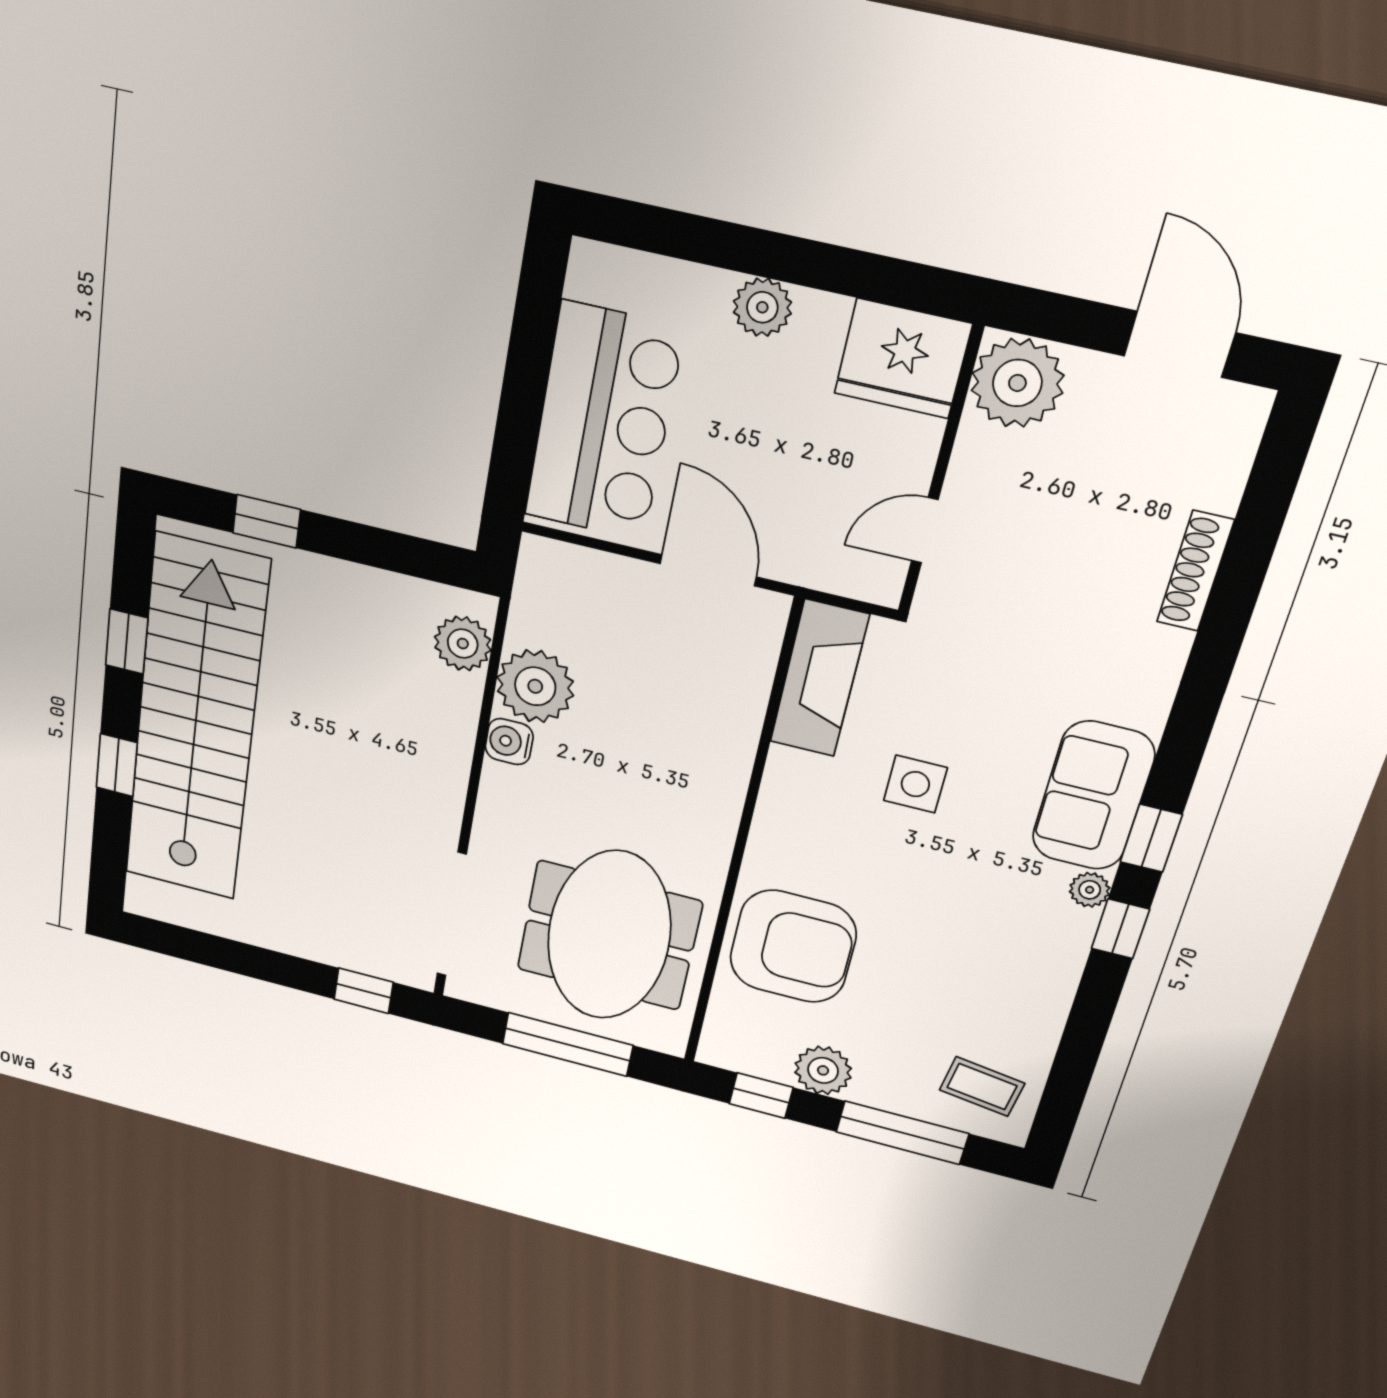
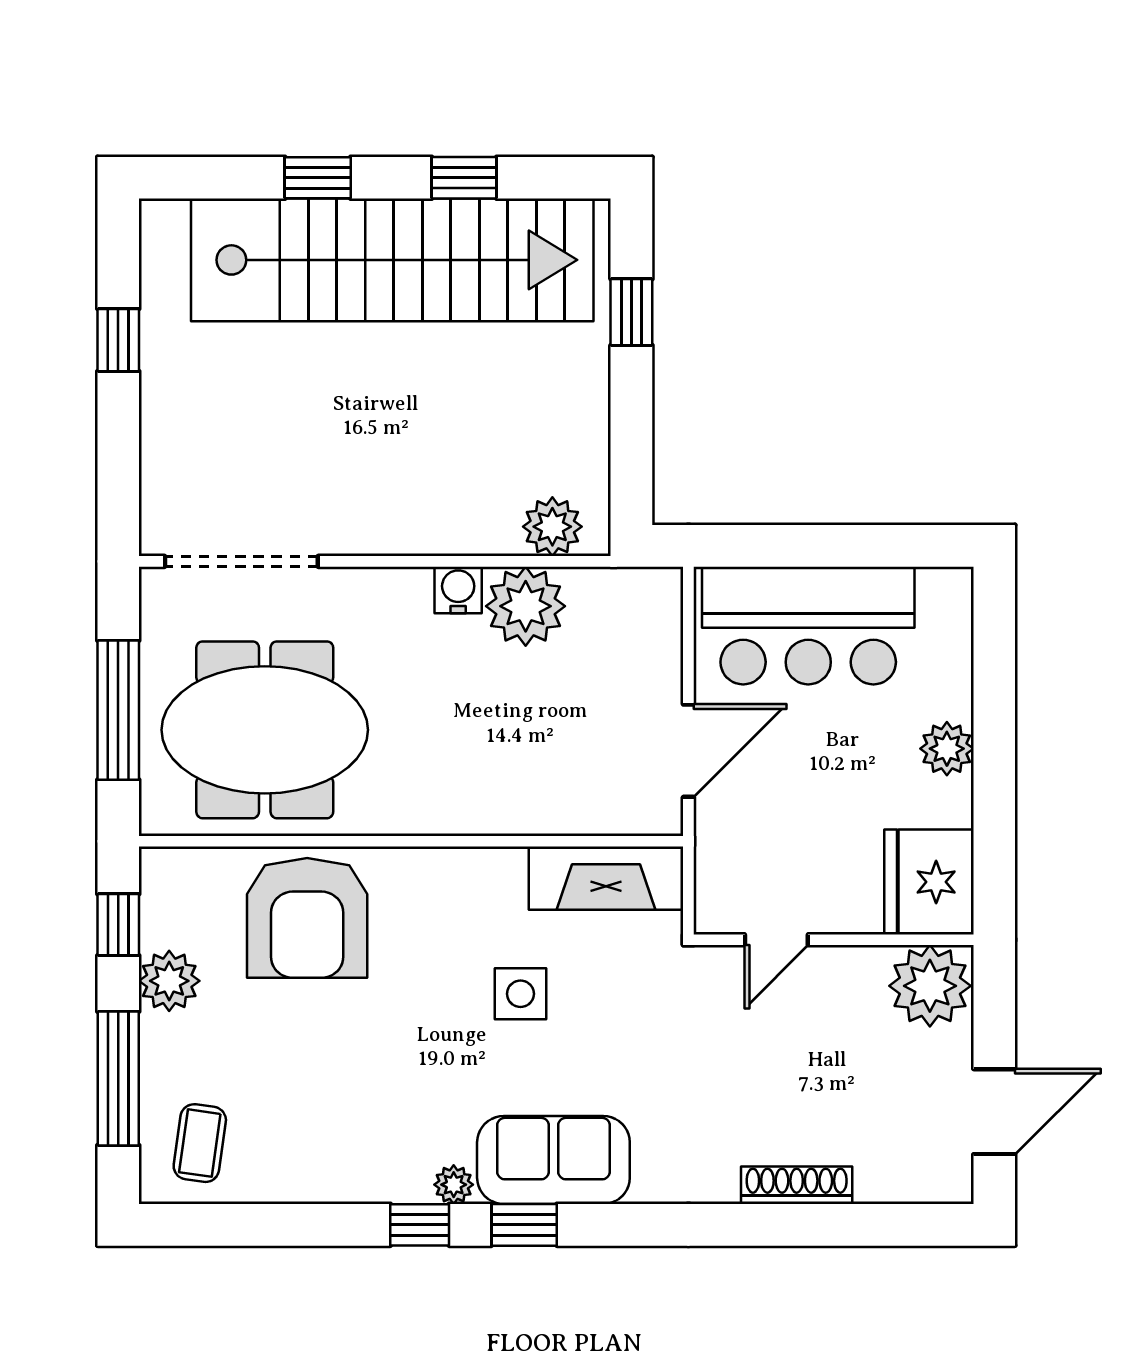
door: (925, 530) -> (776, 940), swing flipped
window: (364, 991) -> (118, 340), moved

